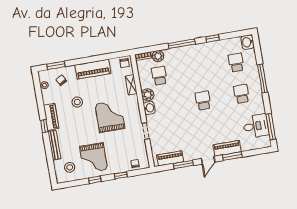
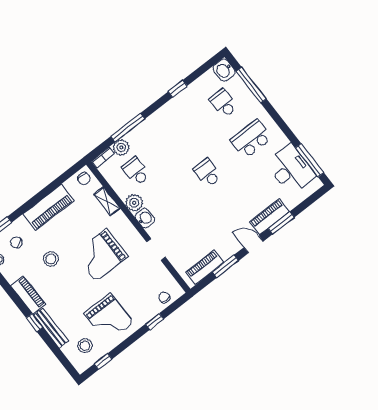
window: (182, 44) -> (128, 128), moved
window: (262, 78) -> (251, 85), moved
school desk: (242, 94) -> (251, 139), width x1.85
grand piano: (110, 116) -> (101, 255), turned -90
window: (44, 126) -> (35, 323), moved
desk: (256, 126) -> (291, 170), width x1.37
door: (208, 160) -> (254, 244), swing flipped
window: (95, 180) -> (103, 362), moved

